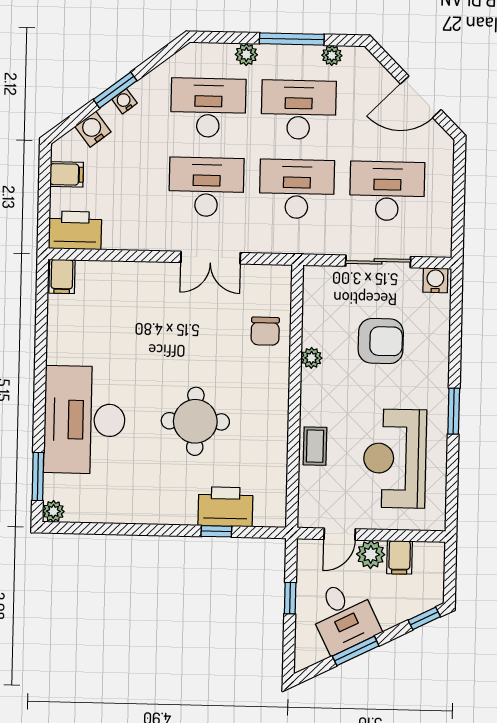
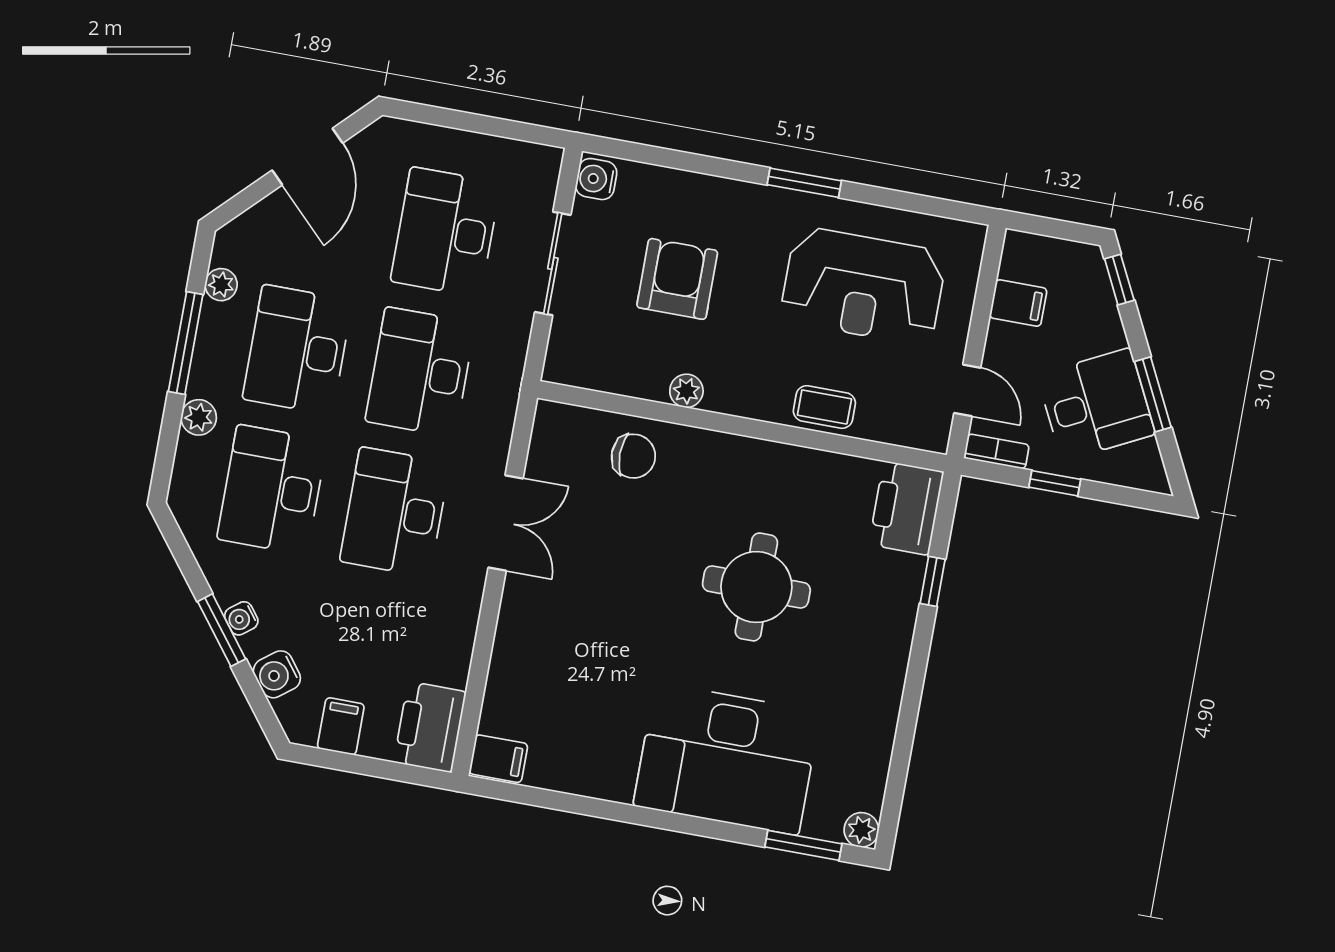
printer: (225, 507) -> (906, 508), moved
plant: (371, 554) -> (1007, 347), removed
bookcase: (304, 558) -> (997, 451), added

